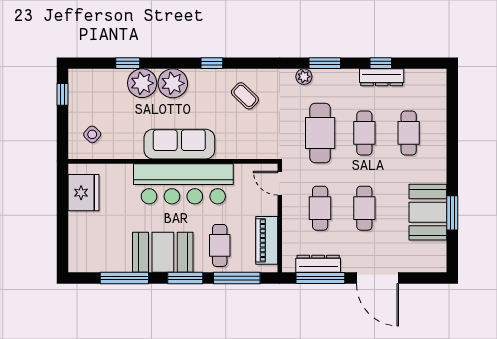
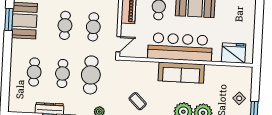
side table: (92, 134) -> (239, 98), moved
door: (280, 183) -> (118, 44), hinge flipped
fridge: (83, 193) -> (234, 53), moved, turned 90

